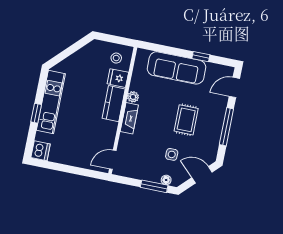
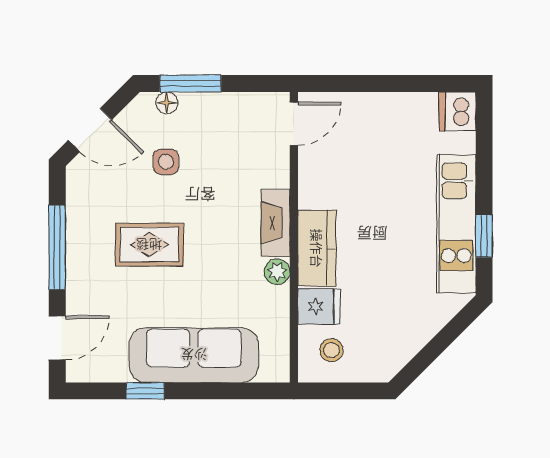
window: (36, 113) -> (484, 236), moved
rug: (186, 120) -> (149, 245), turned 90

